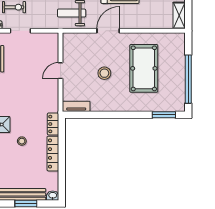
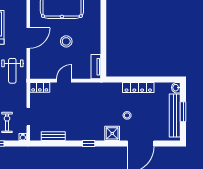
door: (108, 31) -> (28, 38), swing flipped
door: (61, 71) -> (64, 81), swing flipped
locker: (53, 124) -> (40, 87), moved

